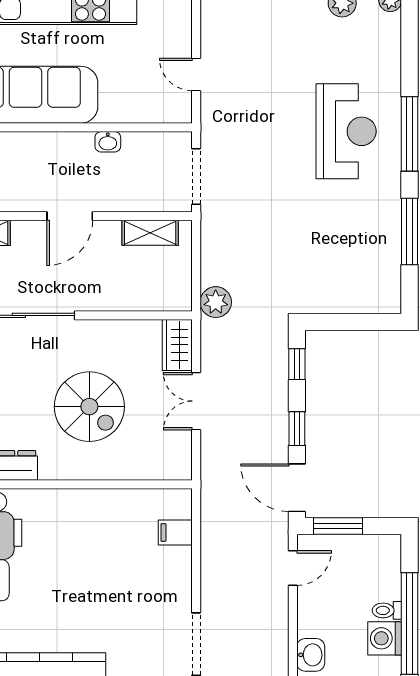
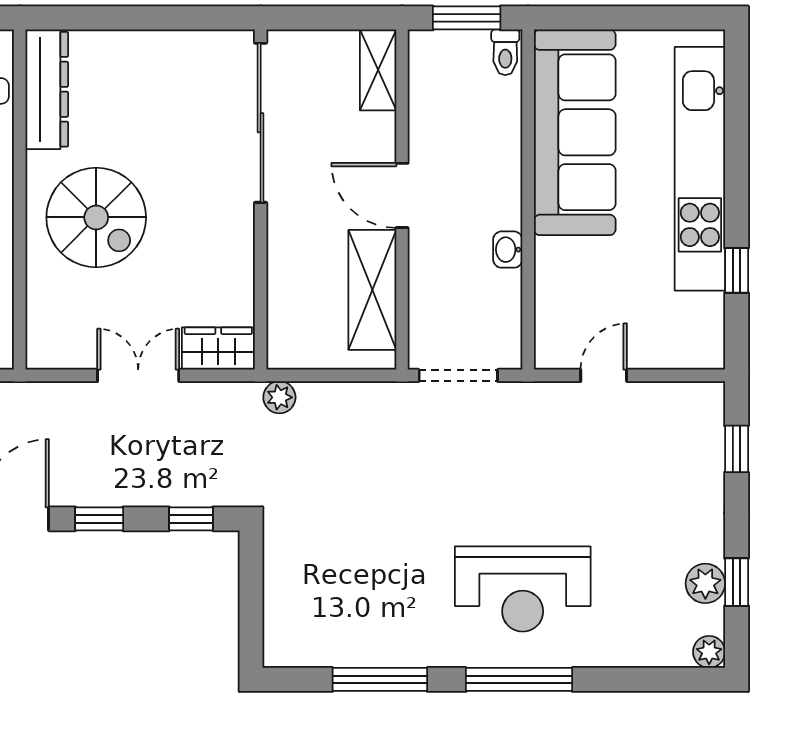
shelving: (150, 233) -> (372, 290), width x1.50, depth x1.33
plant: (216, 302) -> (279, 397), width x0.73, depth x0.73
spiral stairs: (89, 407) -> (96, 217), moved, turned -90

